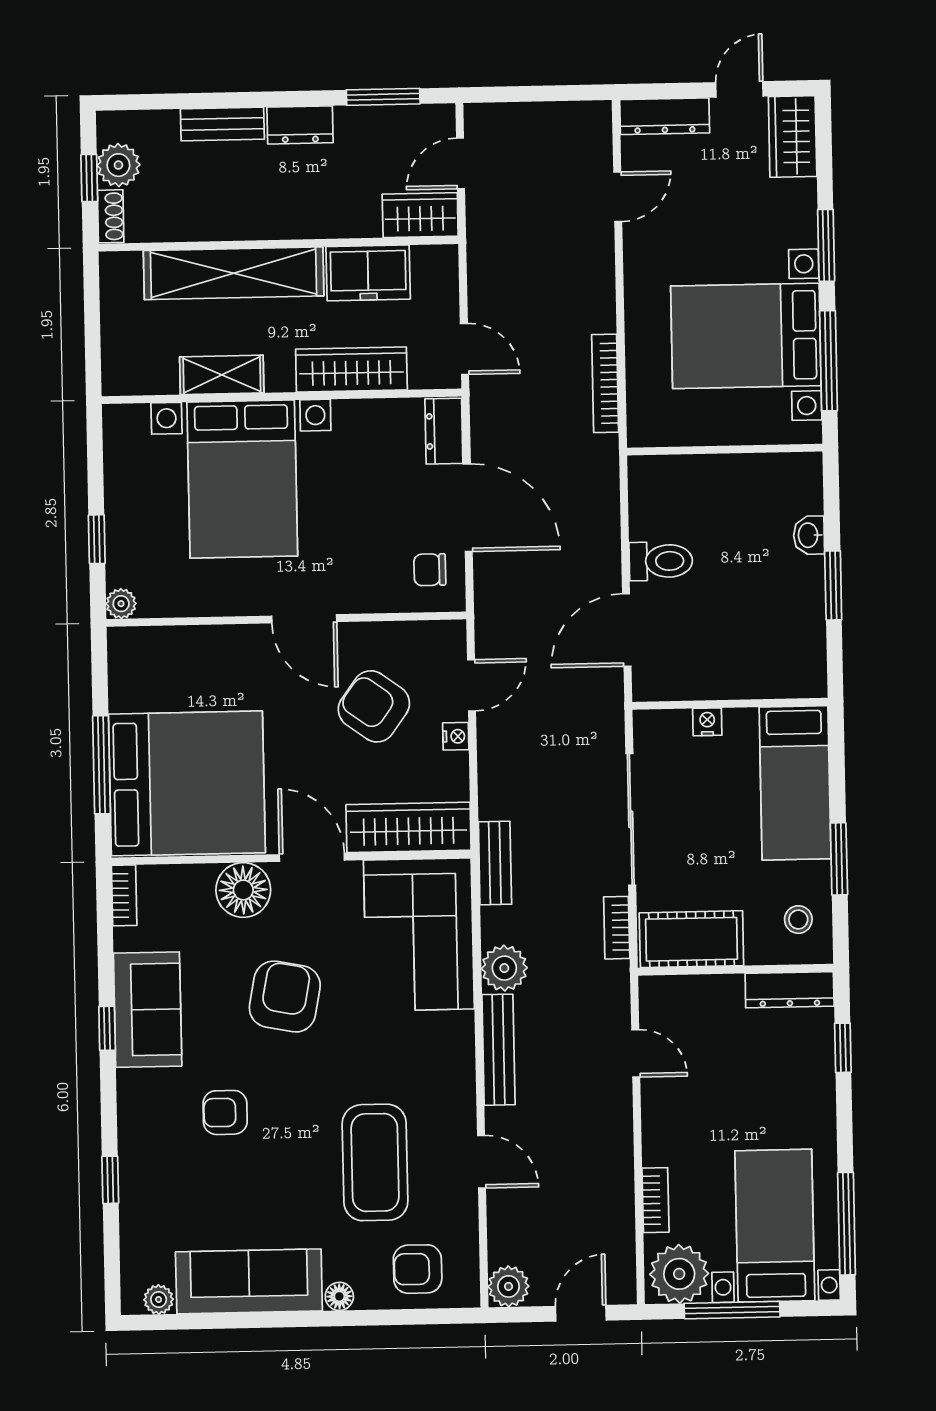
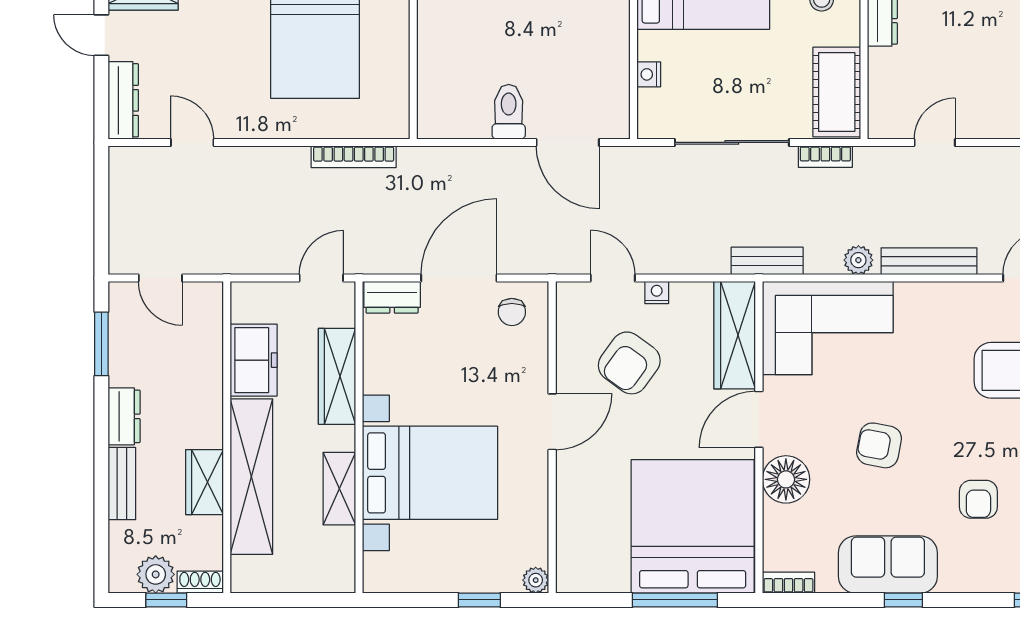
wardrobe: (420, 215) -> (205, 482), moved
plant: (504, 968) -> (858, 260), width x0.73, depth x0.73
armchair: (285, 997) -> (879, 445), width x0.72, depth x0.72

